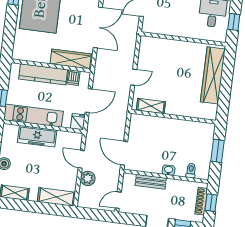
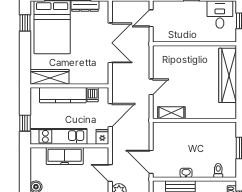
wardrobe: (71, 59) -> (49, 77), moved
washbasin: (169, 170) -> (186, 173), moved

